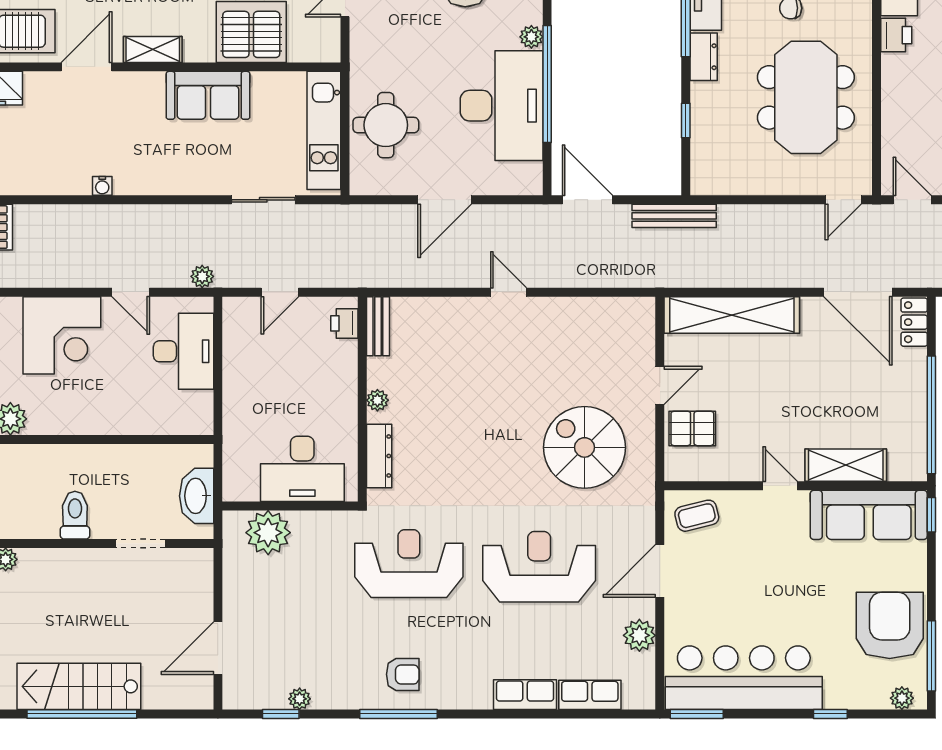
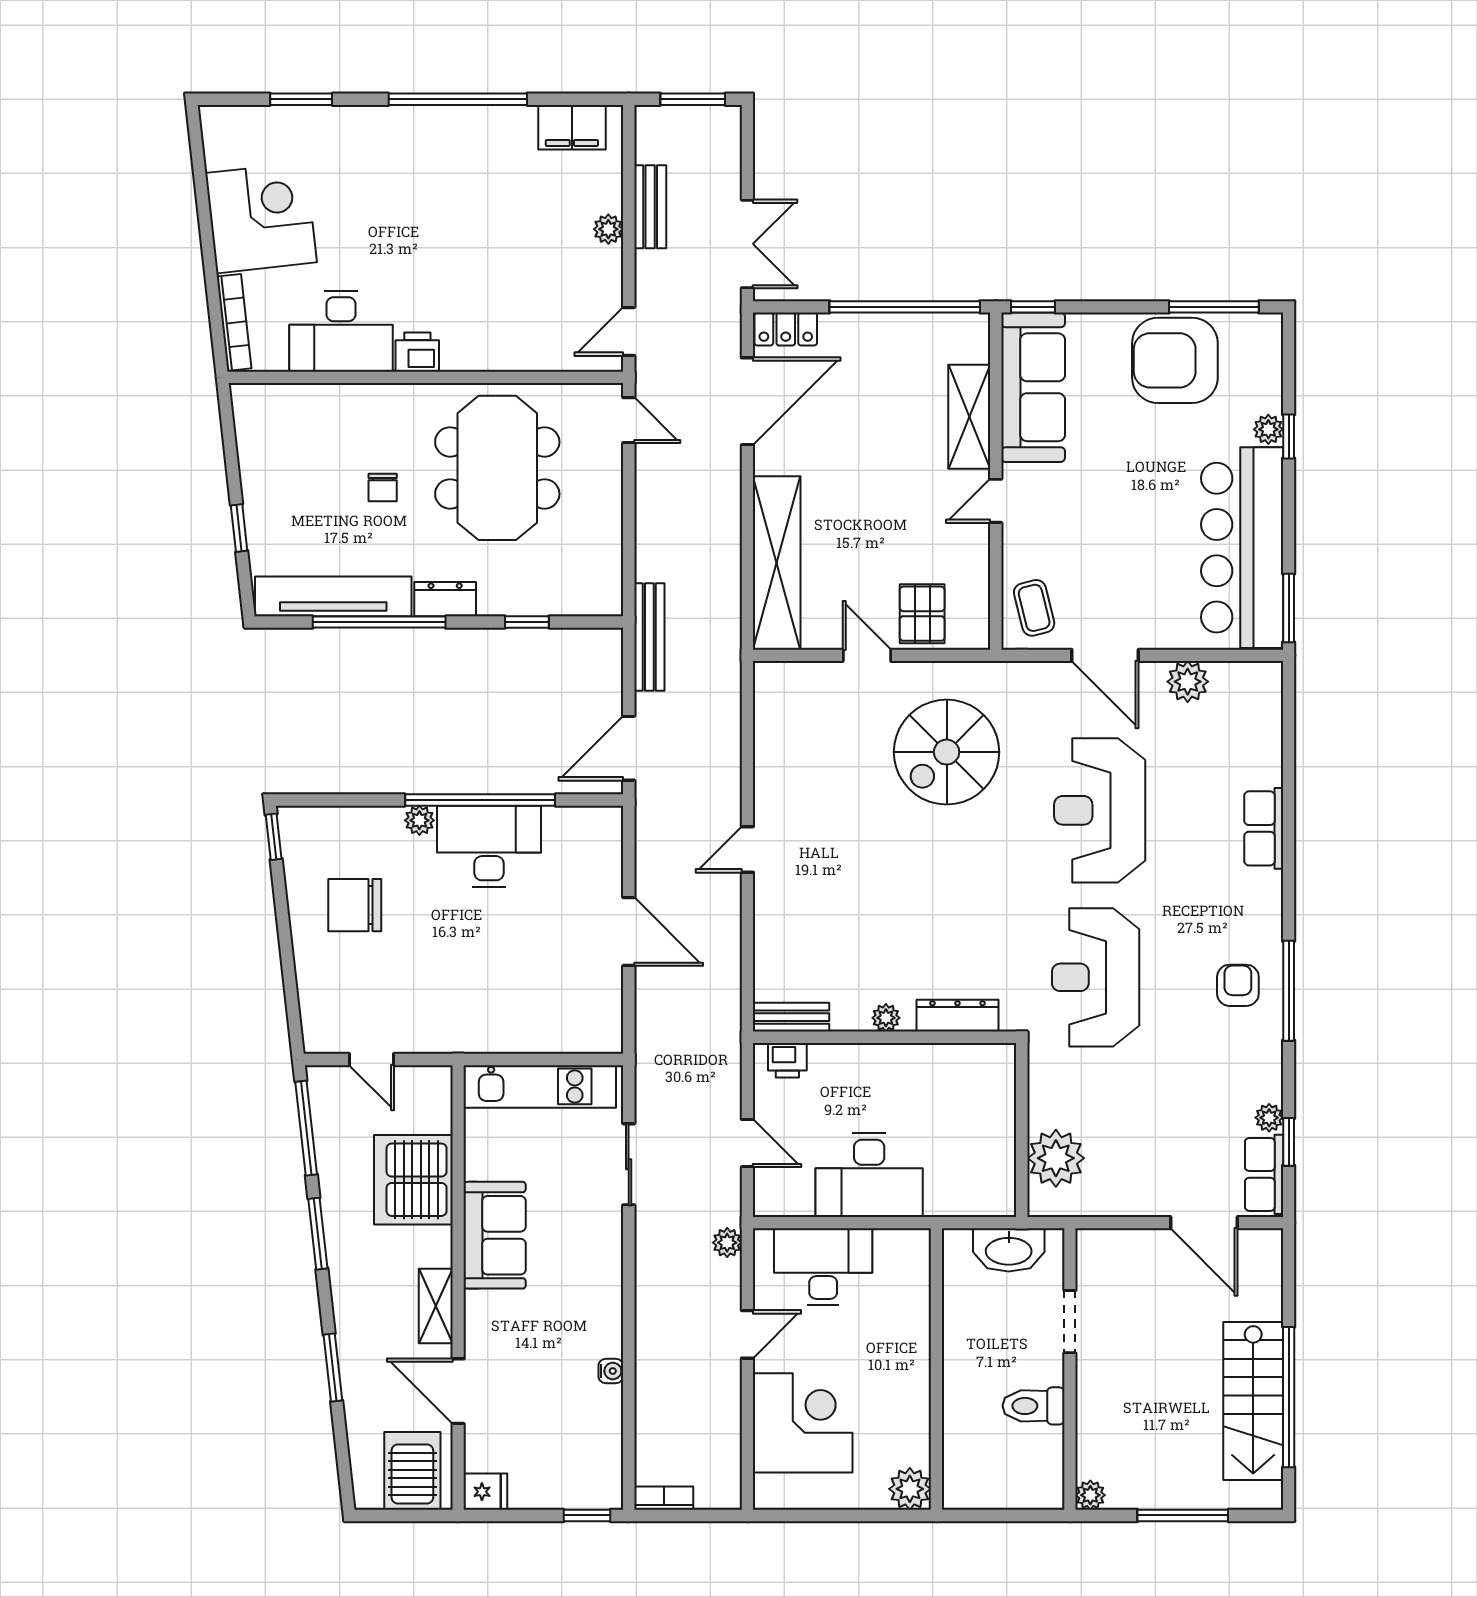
meeting table: (806, 97) -> (497, 468), turned 90
desk: (502, 106) -> (489, 846), width x0.73, depth x0.77
round table: (386, 125) -> (533, 1007), removed
desk: (302, 469) -> (869, 1175), moved, turned 90
row of seats: (590, 695) -> (1264, 1174), moved
plant: (902, 698) -> (1268, 429), moved

